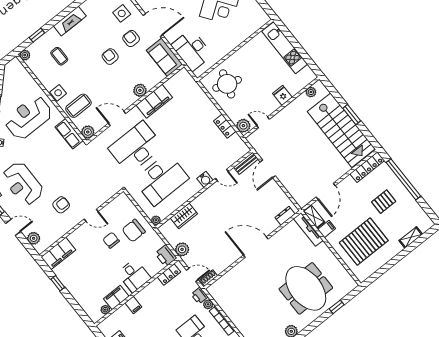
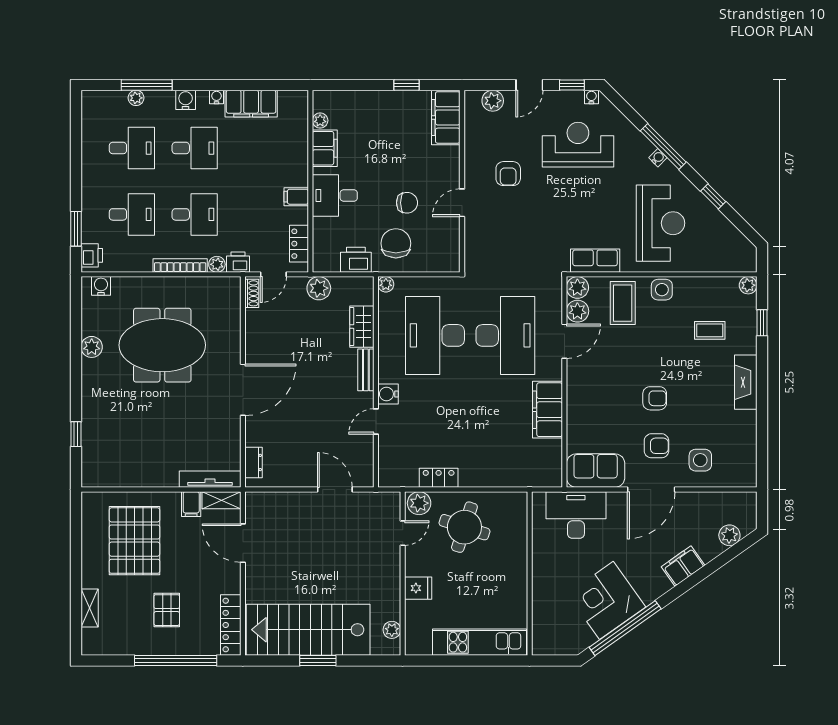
round table: (227, 84) -> (464, 527), moved
plant: (140, 90) -> (577, 311), moved
bench: (246, 163) -> (366, 370), moved
printer: (166, 256) -> (356, 260), moved
meeting table: (306, 288) -> (162, 345), moved
filing cabinet: (133, 305) -> (296, 197), moved

